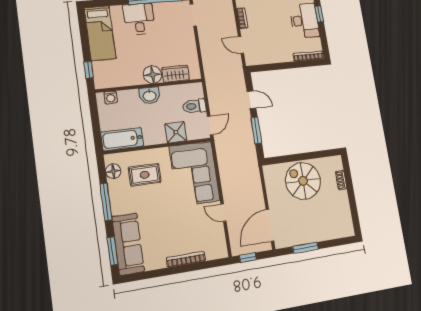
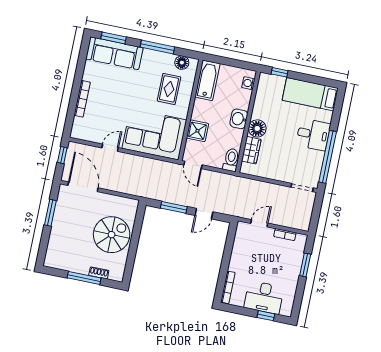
toilet: (194, 106) -> (231, 160), moved
window: (351, 192) -> (84, 278), added

